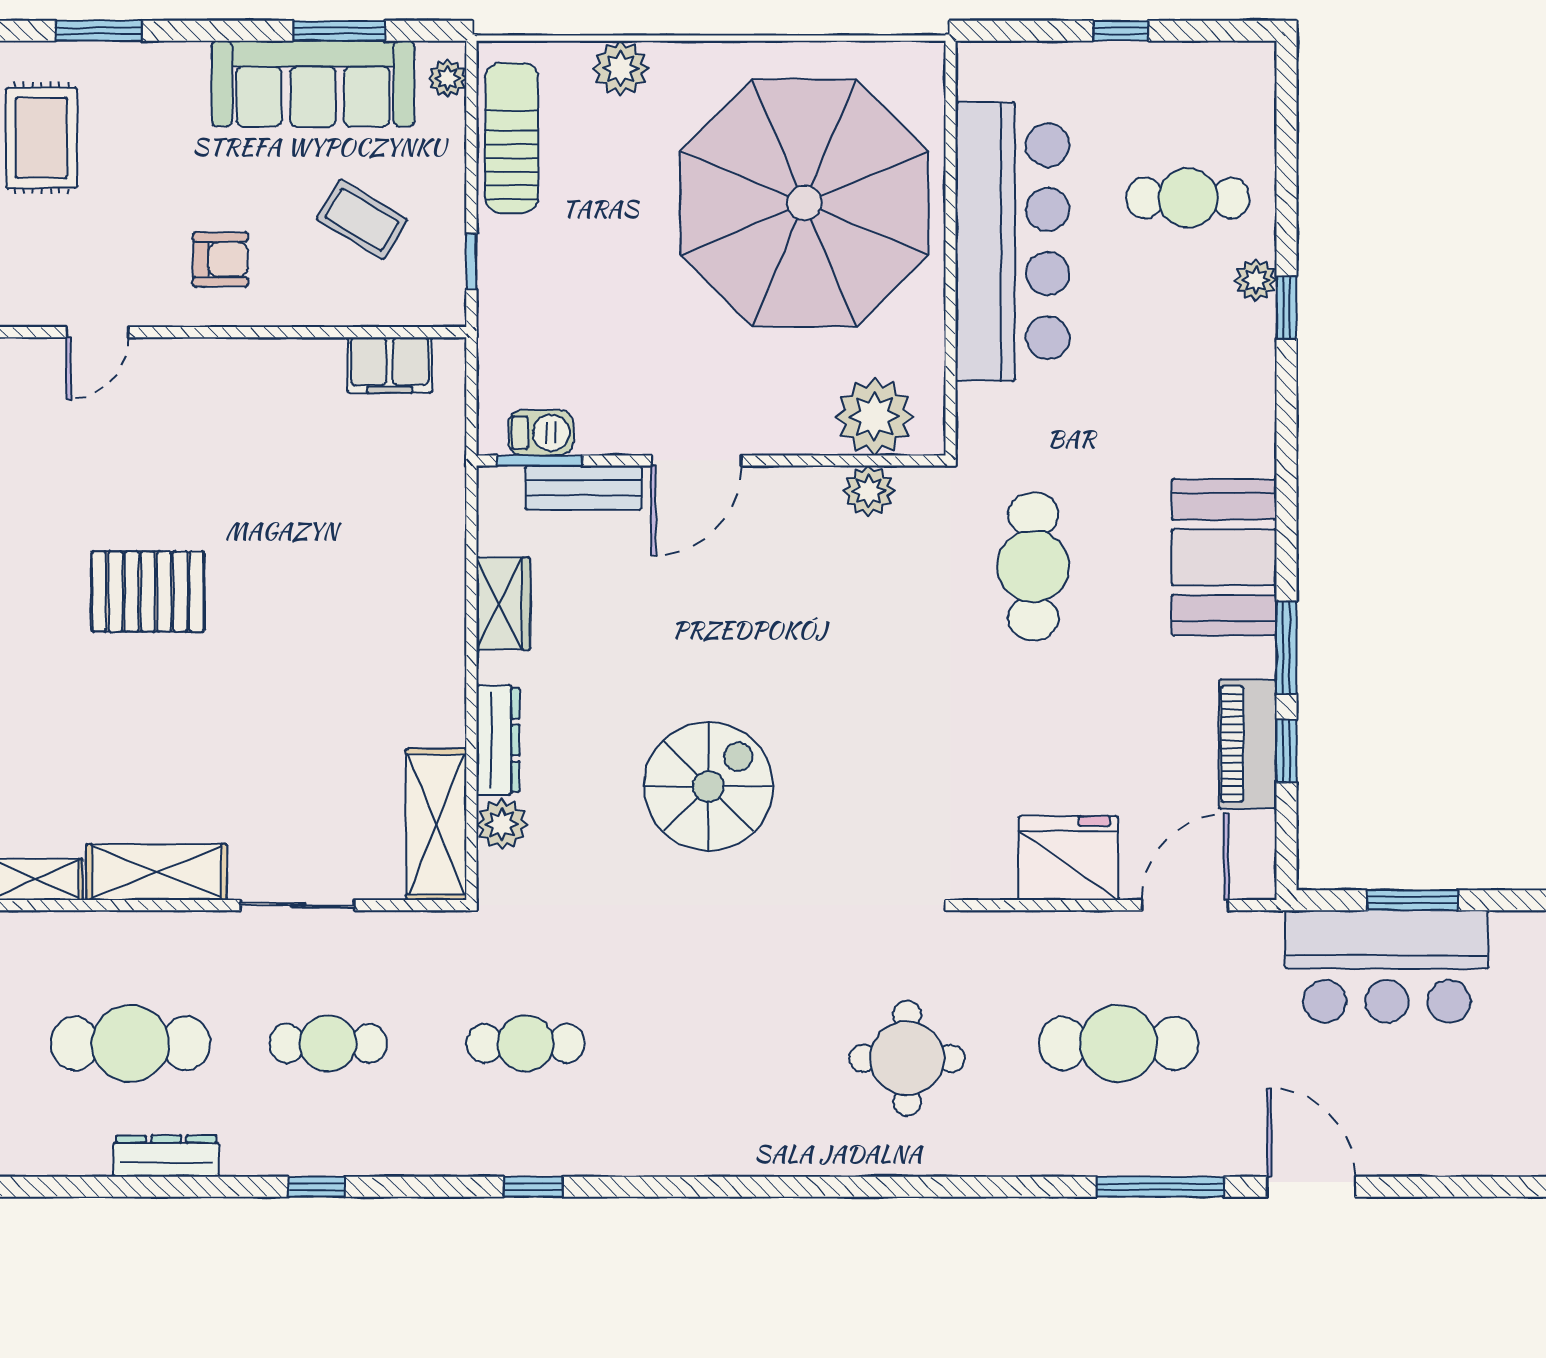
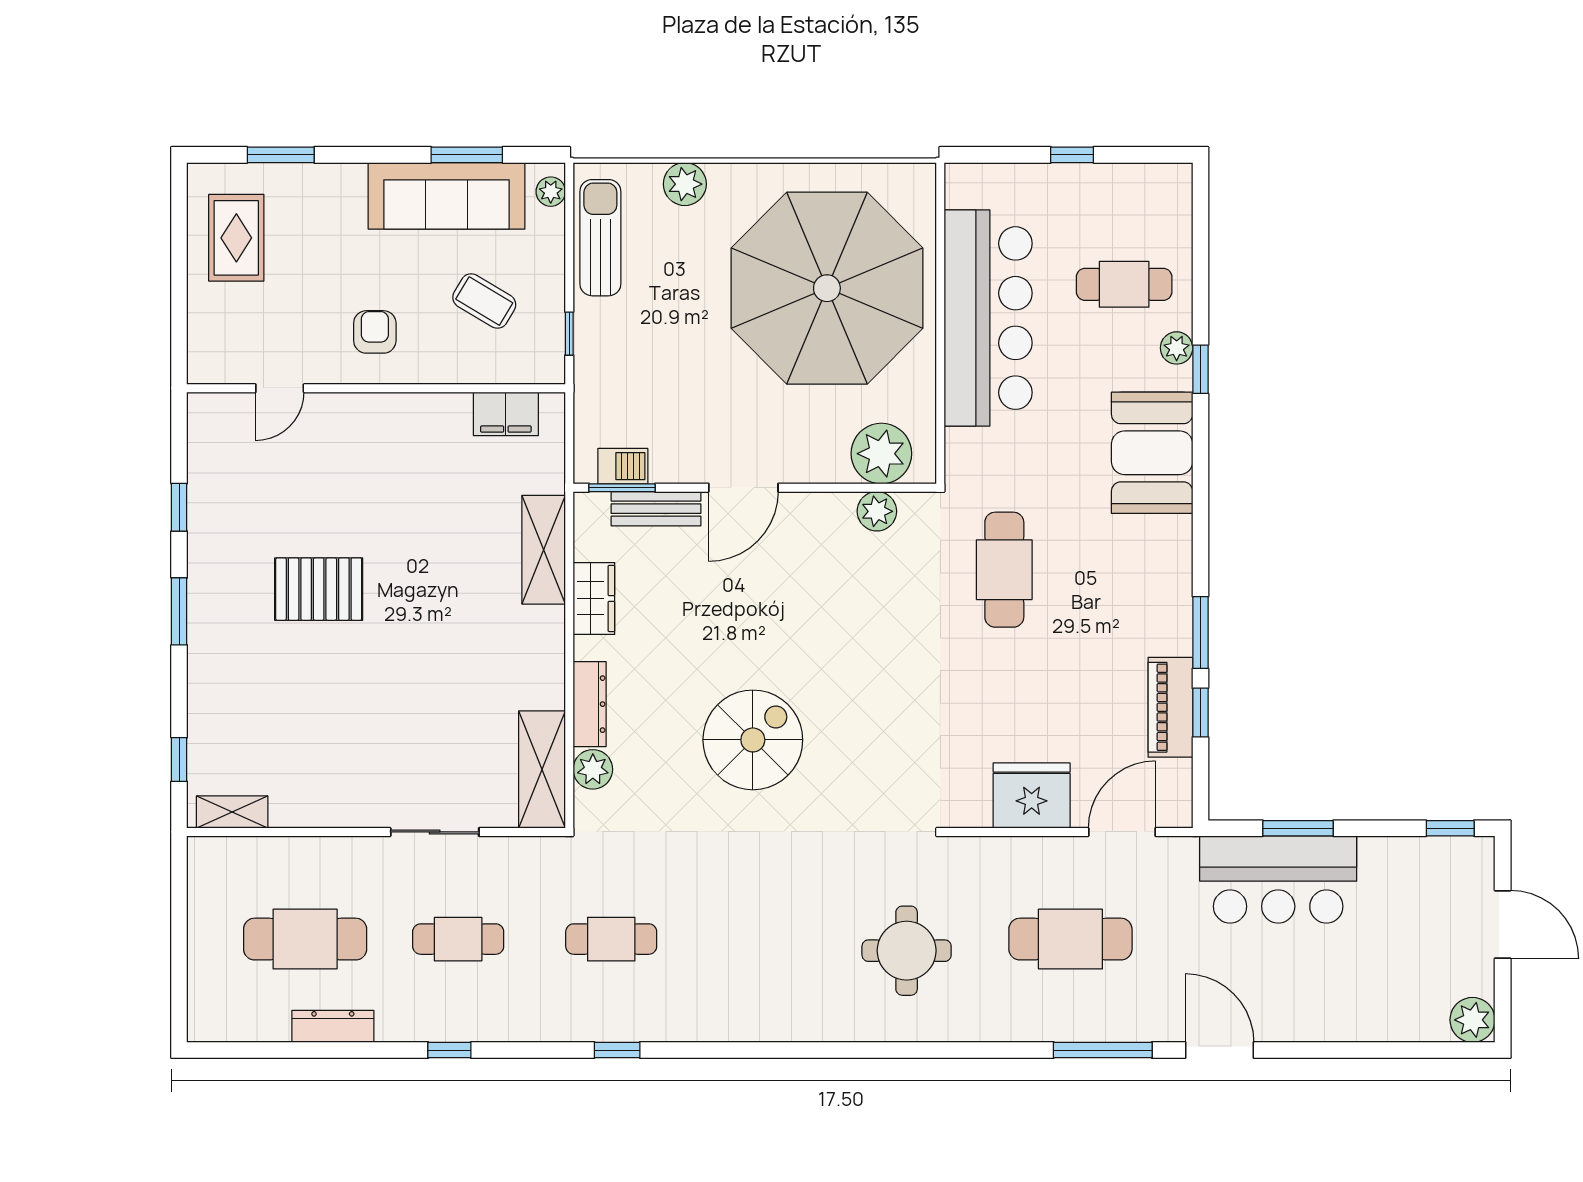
armchair: (220, 259) -> (375, 332), turned -90
booth: (1224, 557) -> (1152, 453), moved
shelving: (157, 872) -> (544, 550), moved, turned 90

